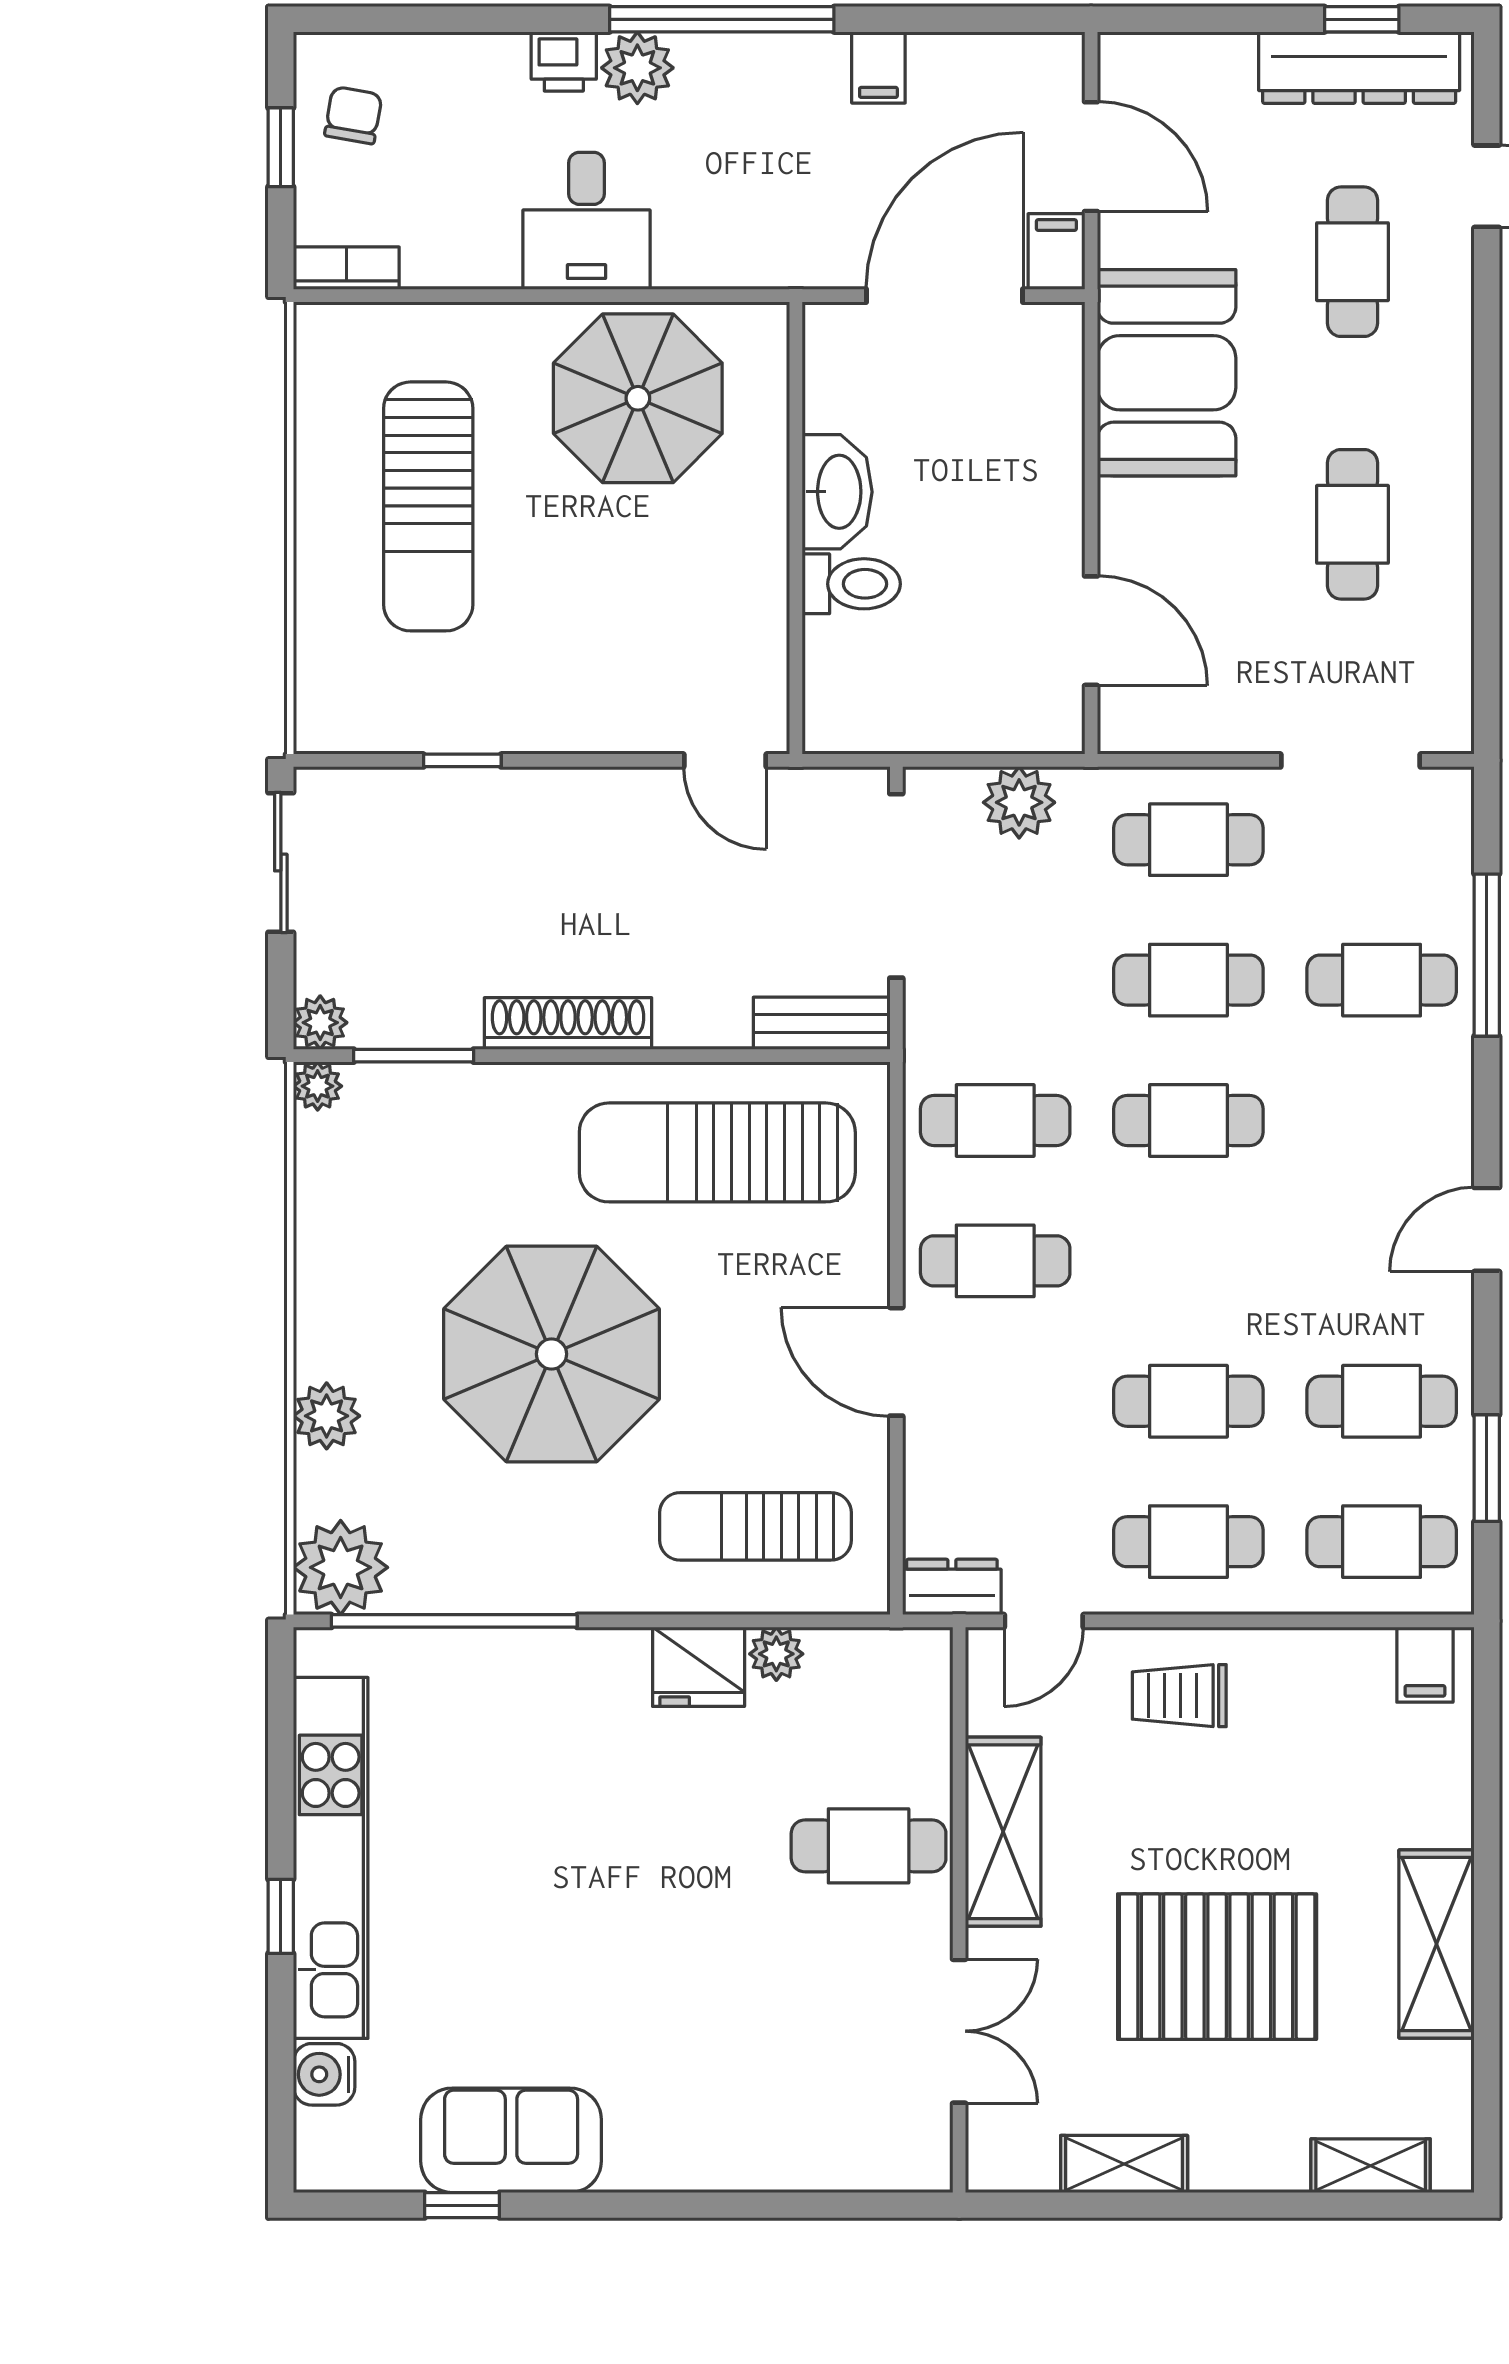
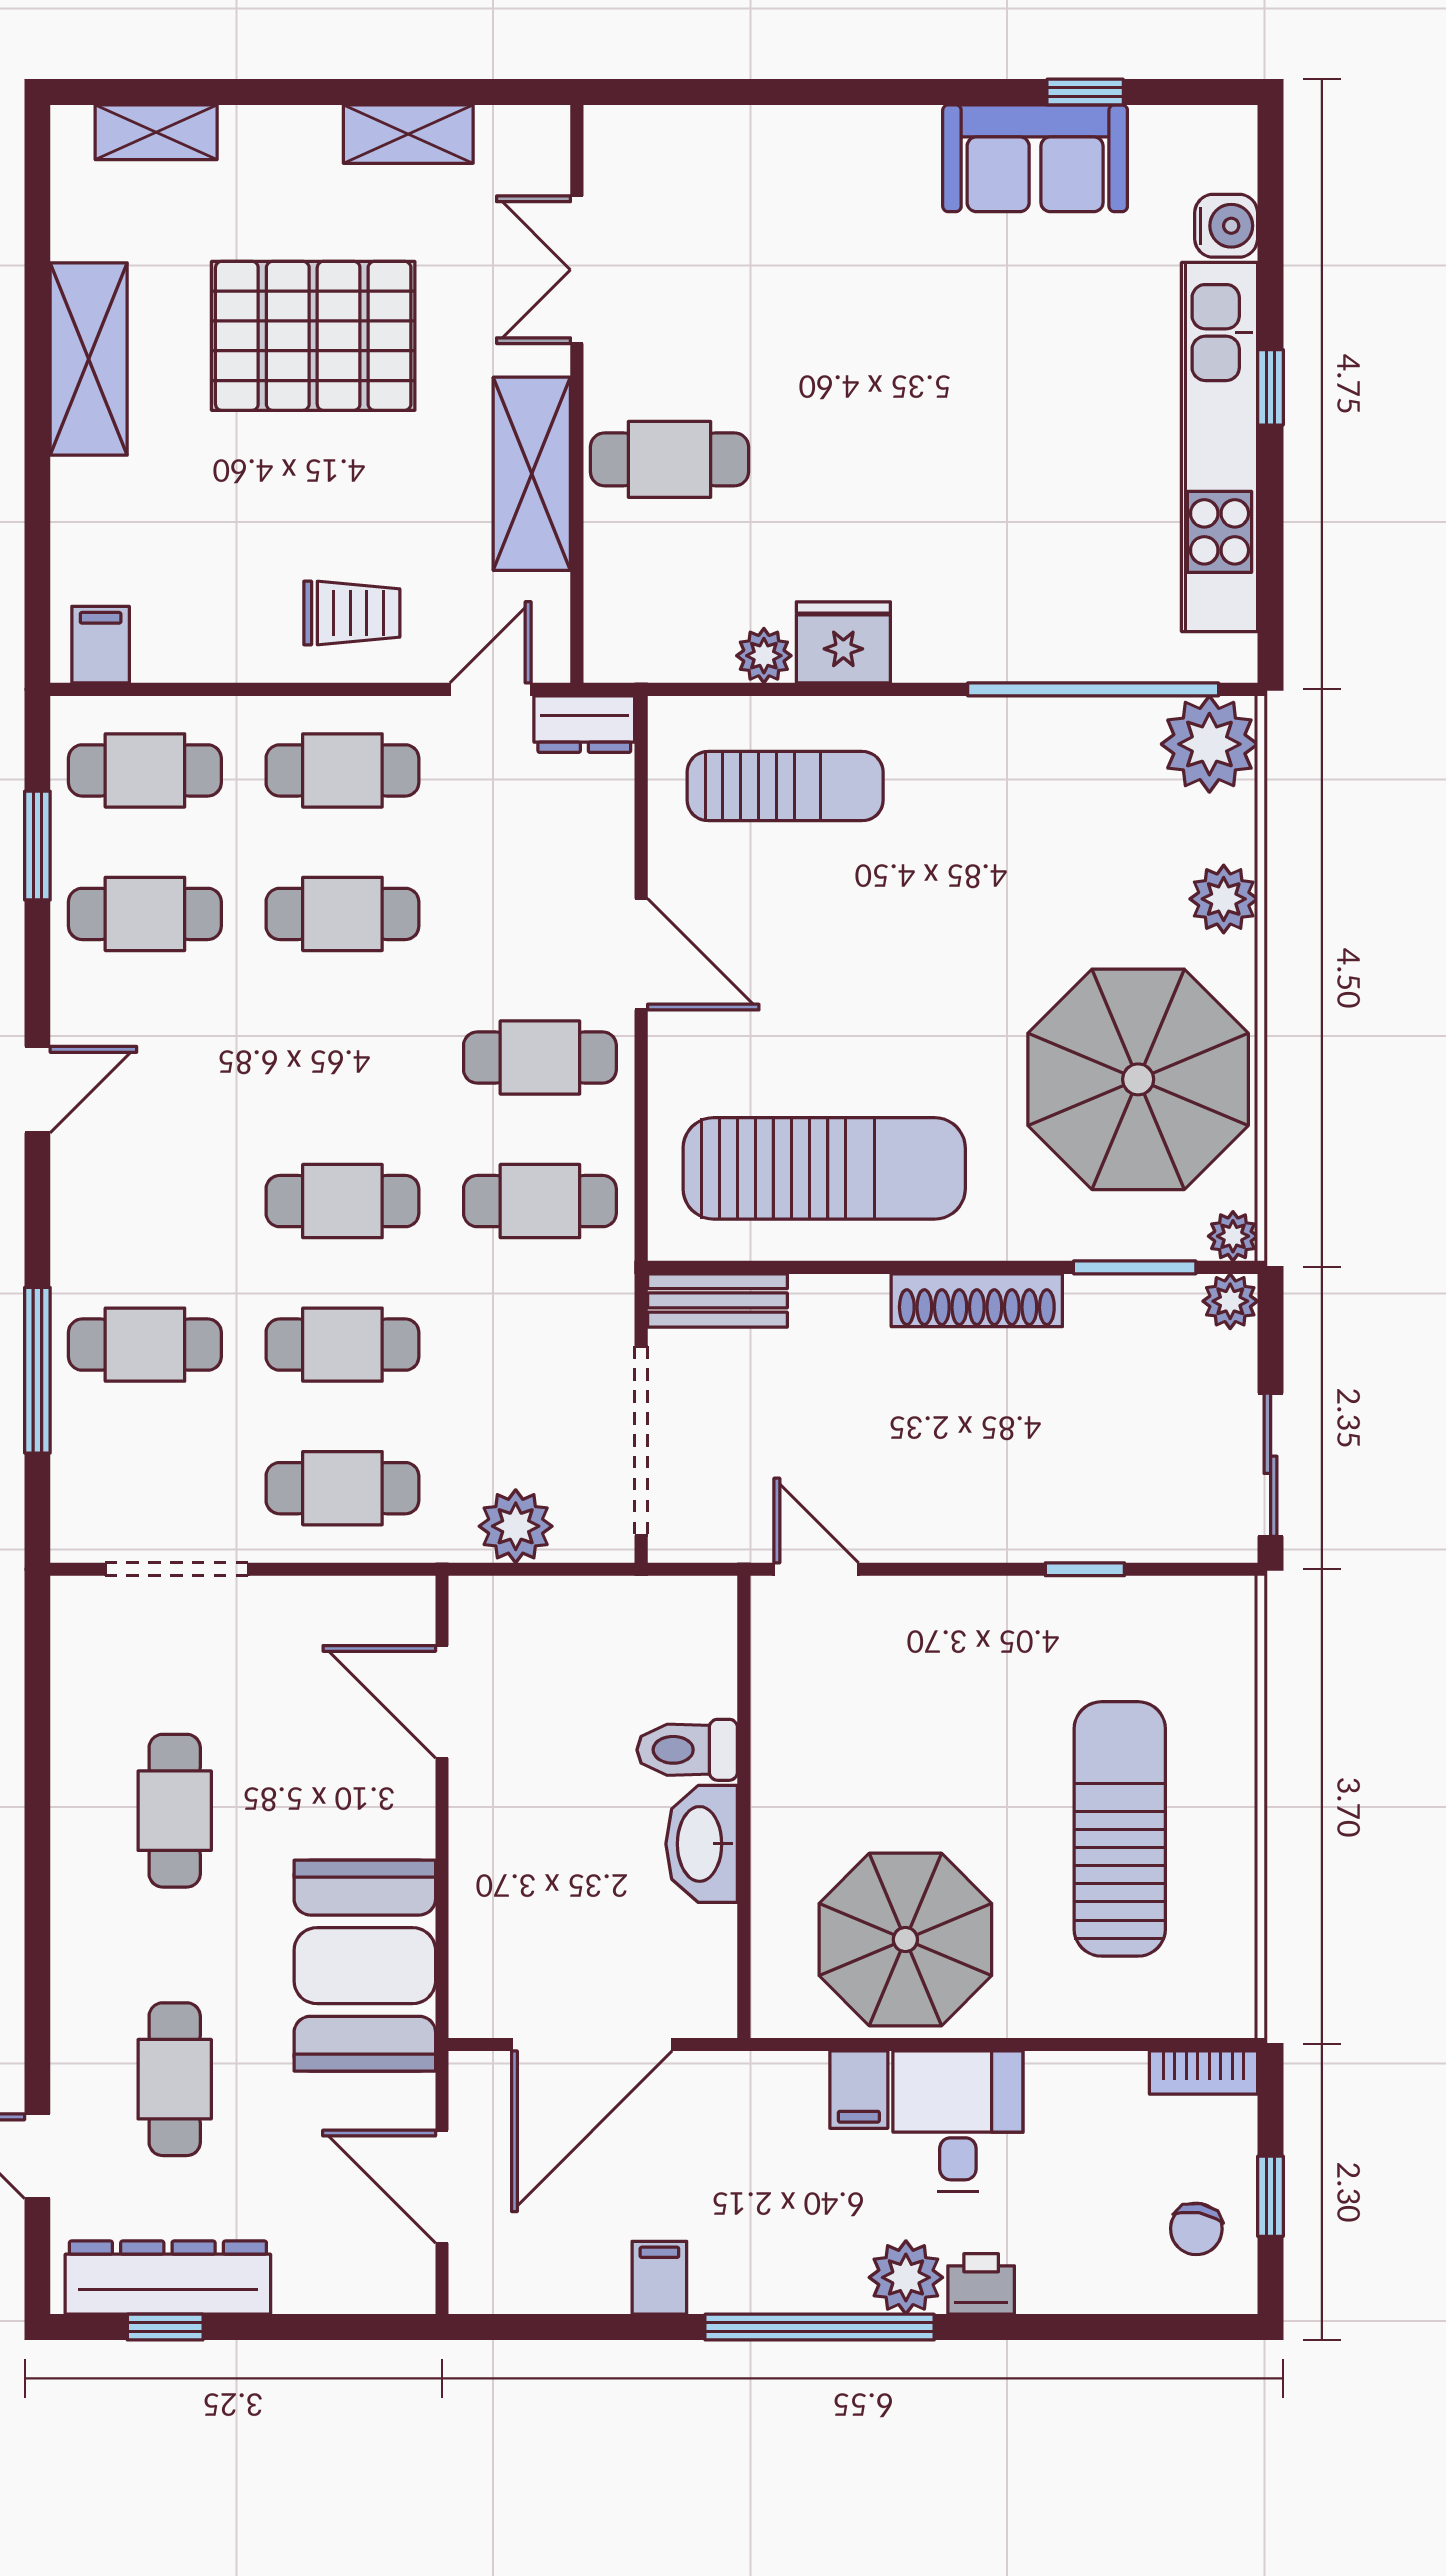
filing cabinet: (1056, 252) -> (859, 2090), moved
parasol: (551, 1354) -> (1138, 1079), moved

